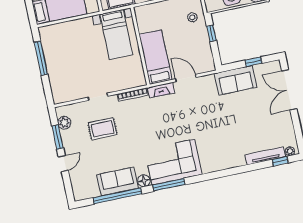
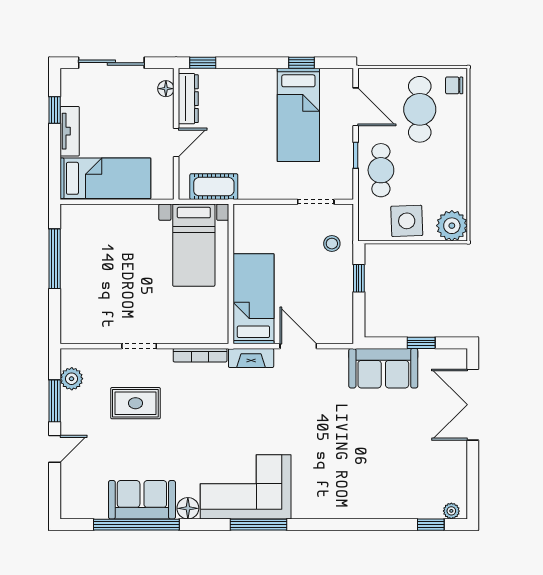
tv unit: (265, 156) -> (407, 510), removed
window: (169, 185) -> (259, 525), moved

